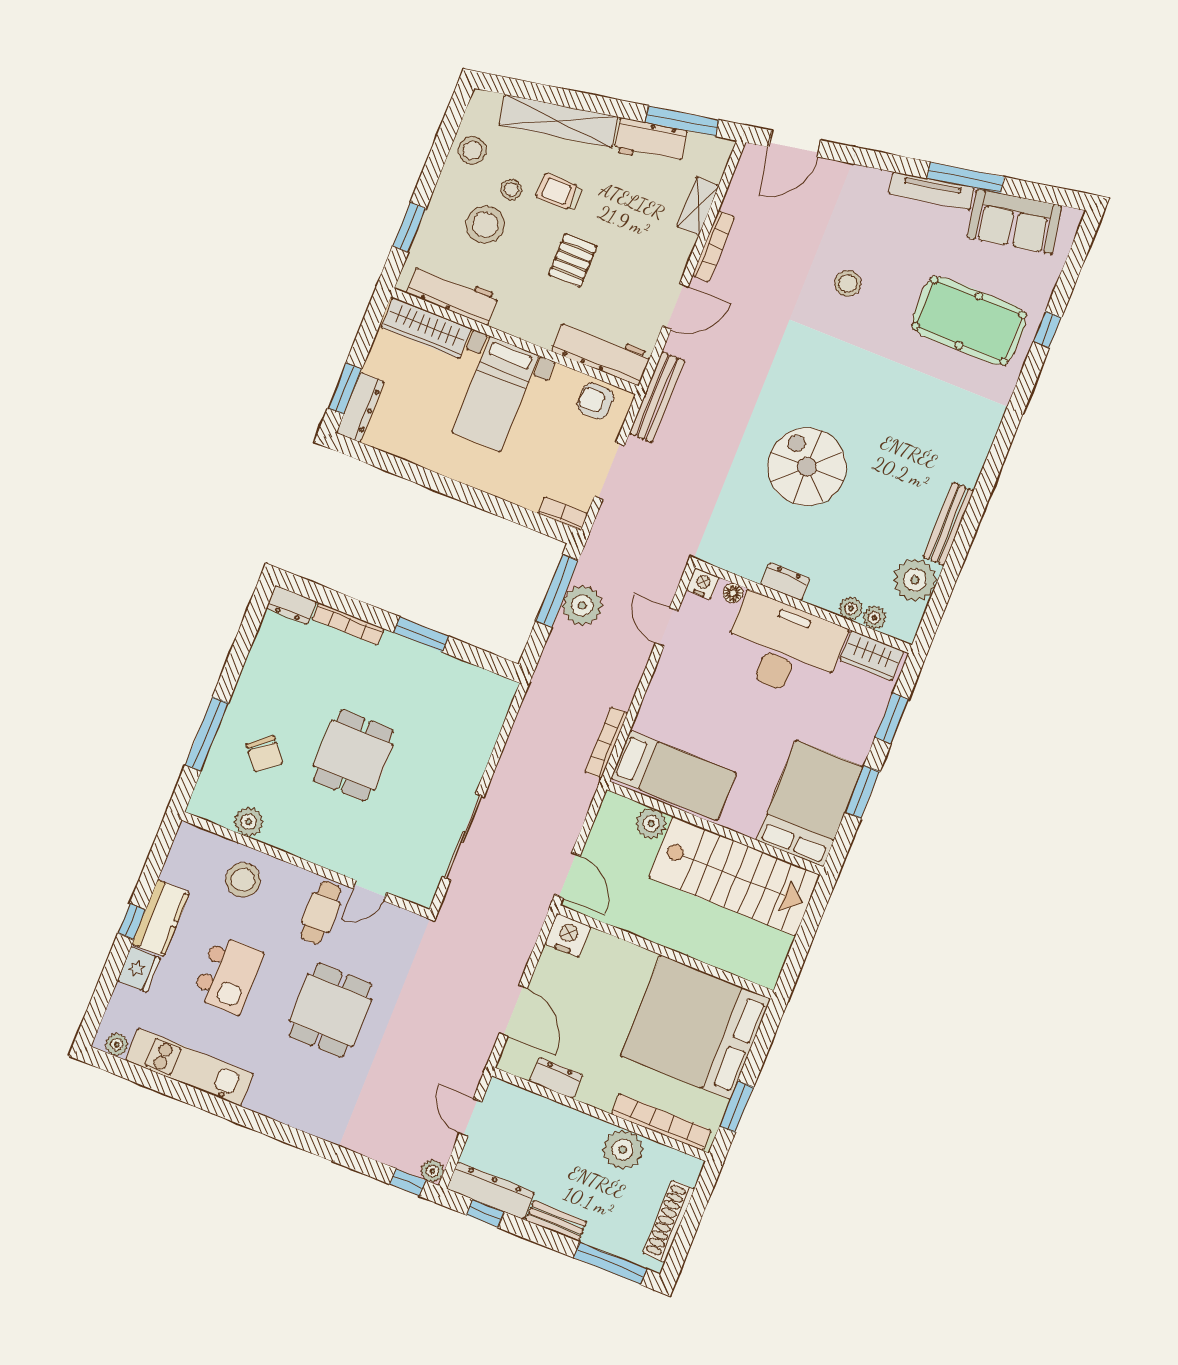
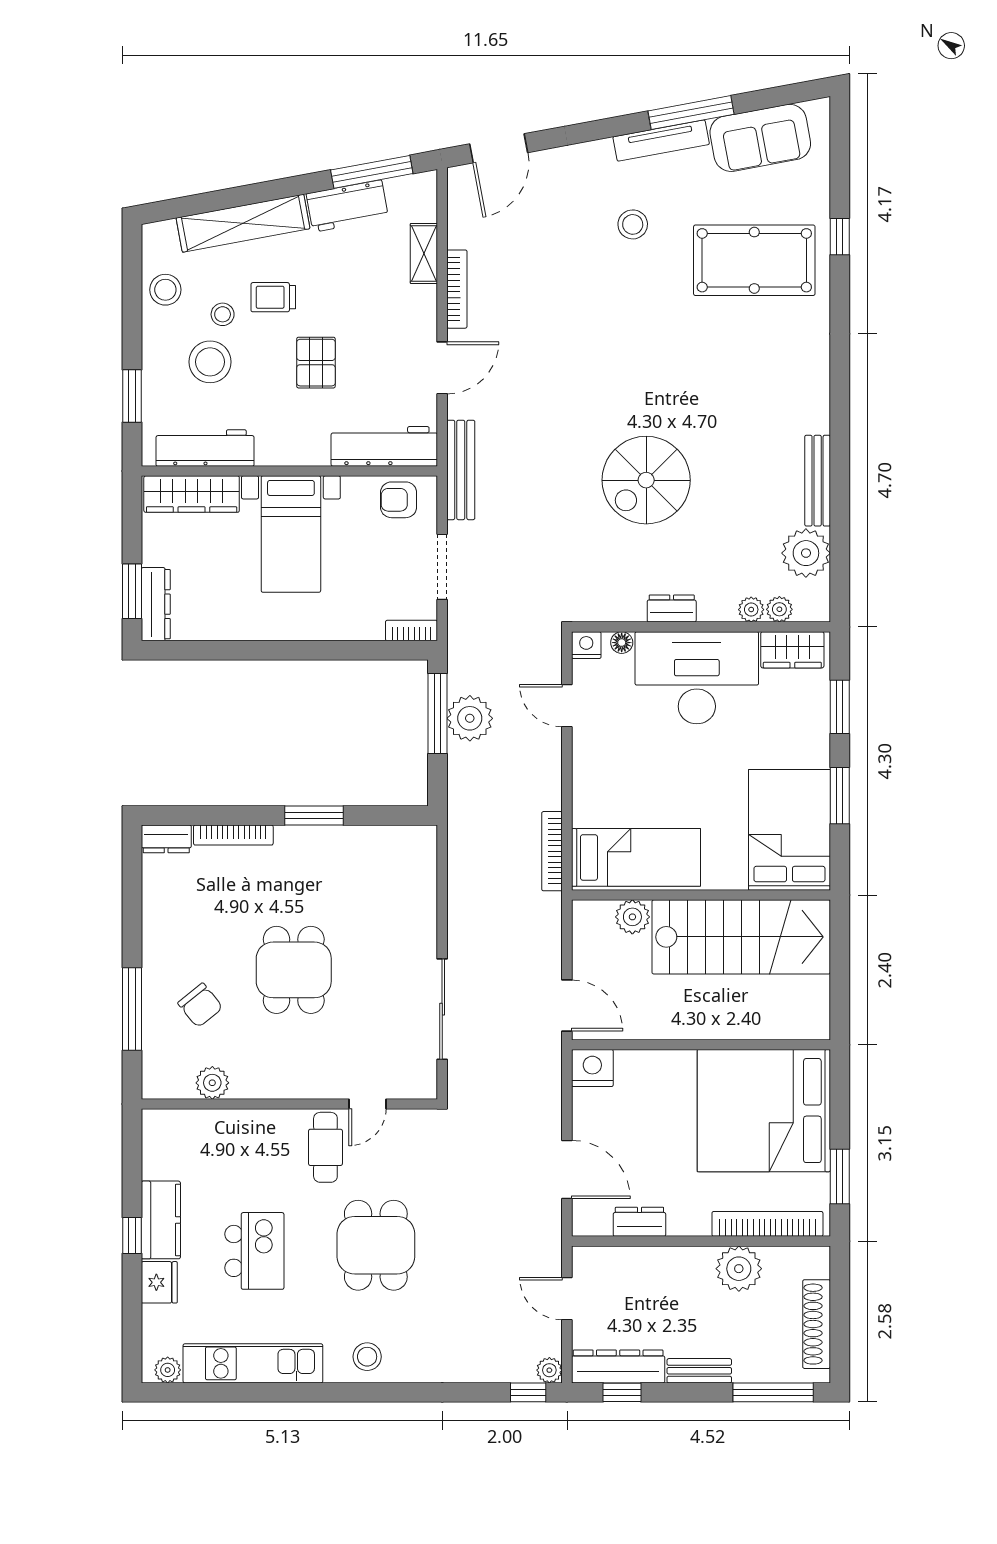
stool: (848, 283) -> (633, 224), moved
spiral stairs: (807, 467) -> (646, 480), turned -90
stool: (243, 880) -> (367, 1357), moved, width x0.73, depth x0.73

